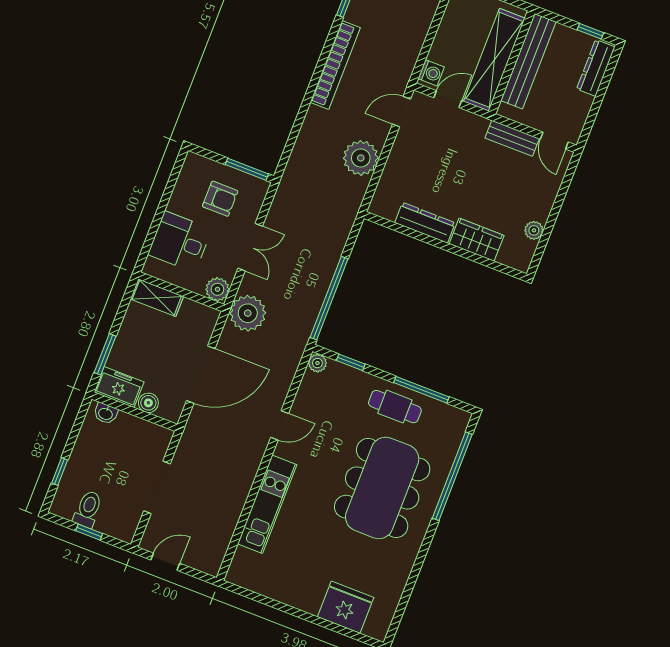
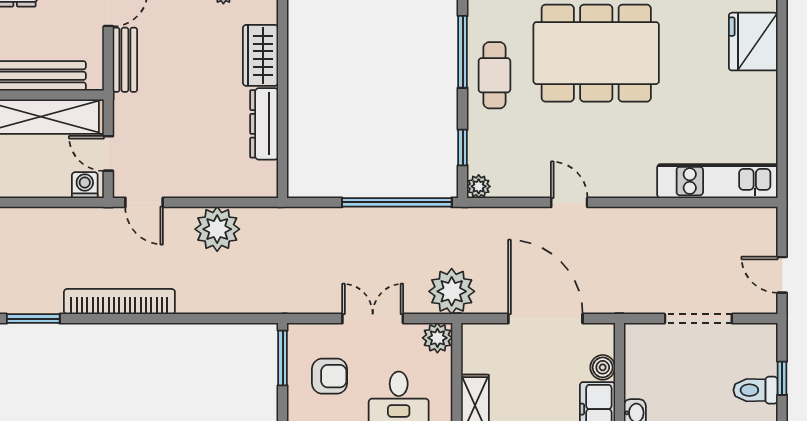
armchair: (220, 199) -> (330, 376), turned 90
kitchen unit: (267, 504) -> (717, 181), moved

